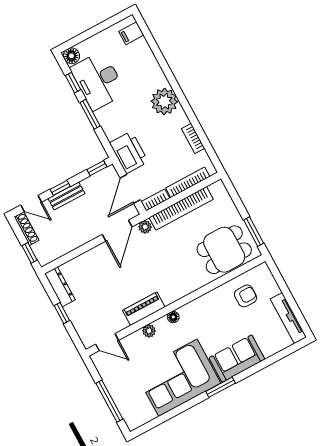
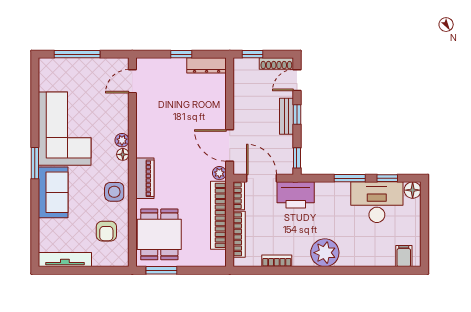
side table: (209, 307) -> (114, 192), added
piano: (144, 309) -> (145, 178), moved
plant: (149, 331) -> (122, 140), moved

